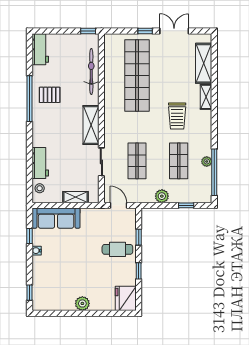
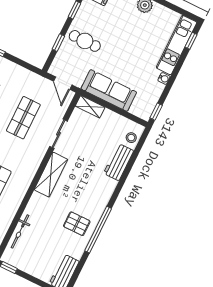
bicycle: (91, 72) -> (20, 231), width x0.73, depth x0.71
plant: (162, 196) -> (16, 72), removed
shelving: (76, 197) -> (90, 107), moved
sofa: (56, 218) -> (109, 90), moved
window: (30, 236) -> (156, 112), moved
kitchen unit: (40, 283) -> (177, 45), added

